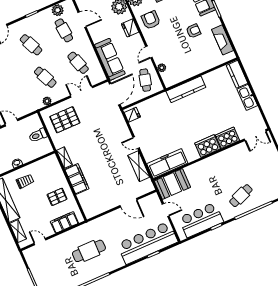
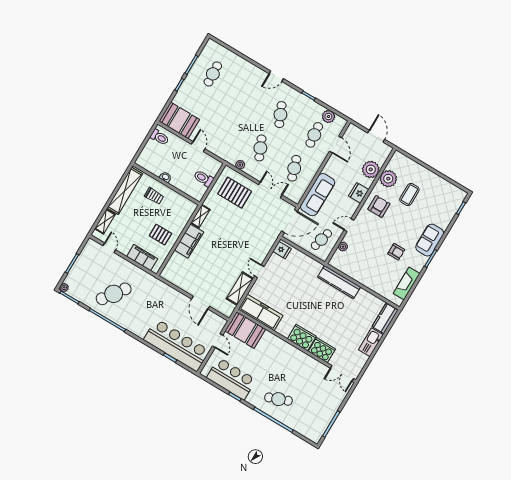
cafe table: (89, 251) -> (114, 294), moved, turned -54

